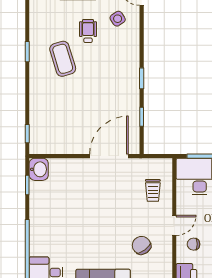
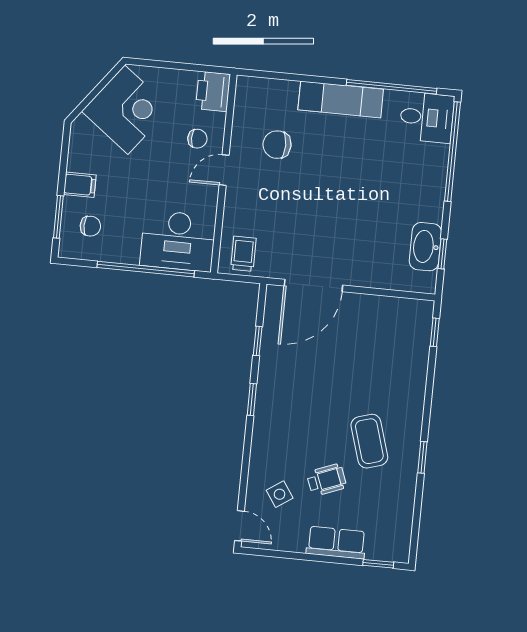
wheelchair: (88, 31) -> (327, 480), turned -111
washbasin: (39, 169) -> (425, 247), moved, width x1.38
trolley: (153, 190) -> (243, 254), moved
chair: (141, 245) -> (277, 145), turned 127

